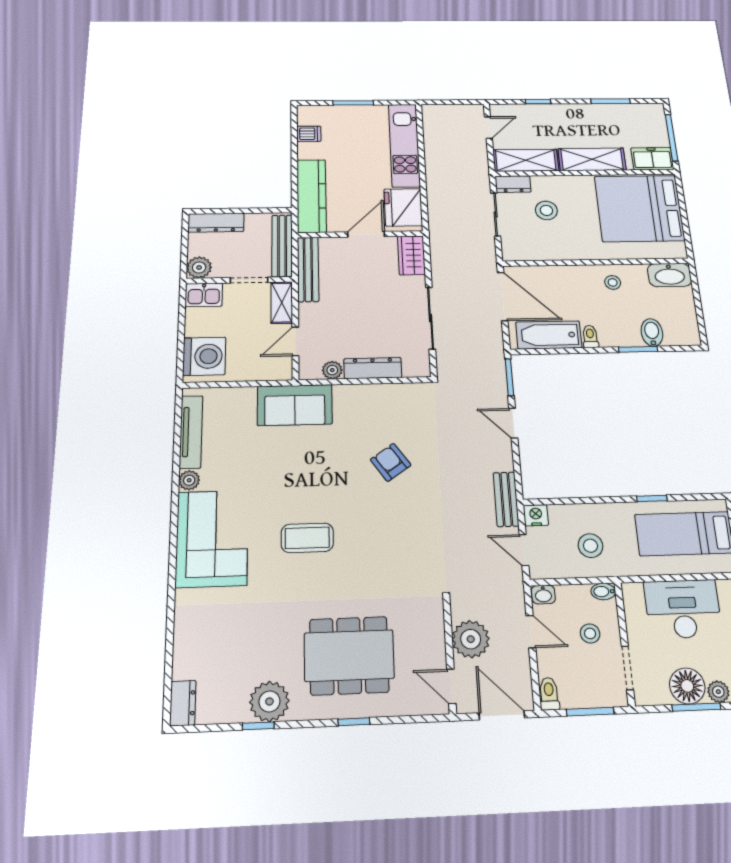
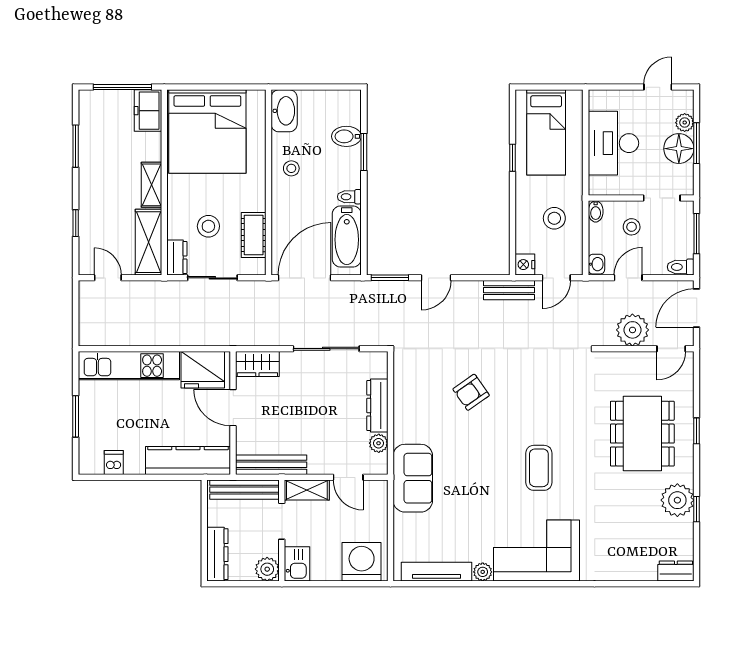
shelving: (592, 159) -> (151, 185), width x0.67, depth x0.75
cot: (542, 250) -> (254, 235), added

